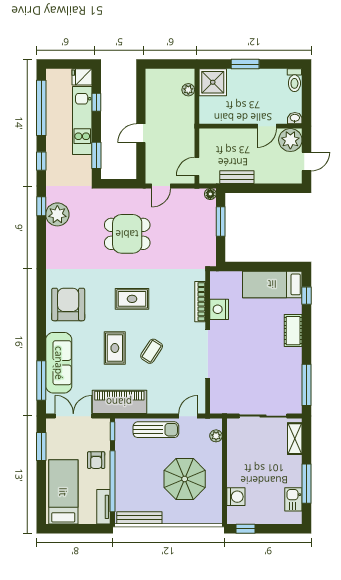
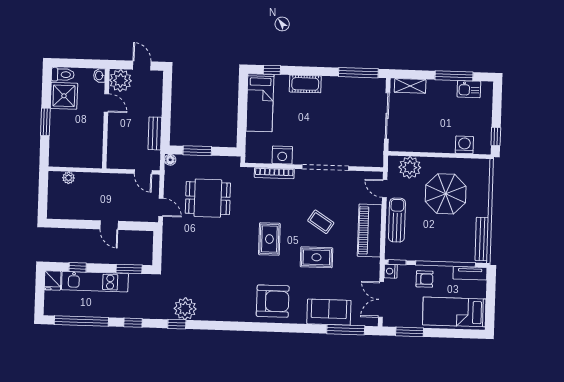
shower: (213, 82) -> (64, 96), moved
dining table: (127, 234) -> (208, 198), moved, turned 90
armchair: (68, 304) -> (273, 301), turned 180
sofa: (59, 363) -> (329, 312), width x0.73
piano: (119, 402) -> (370, 231), moved
nightstand: (103, 425) -> (391, 271), added
plant: (216, 436) -> (410, 167), width x1.87, depth x1.87

